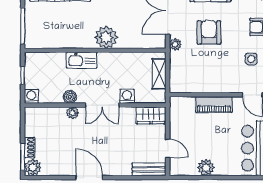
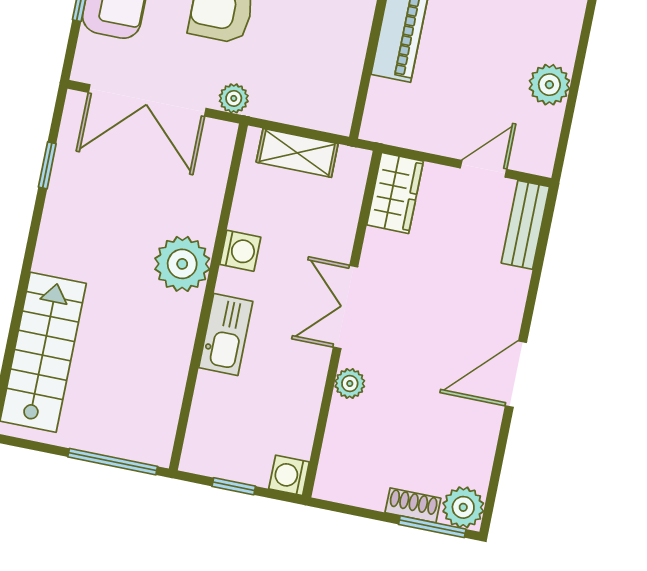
washing machine: (127, 96) -> (240, 251), moved, turned 180
boiler: (70, 97) -> (309, 382), removed
double door: (102, 105) -> (345, 307), swing flipped

